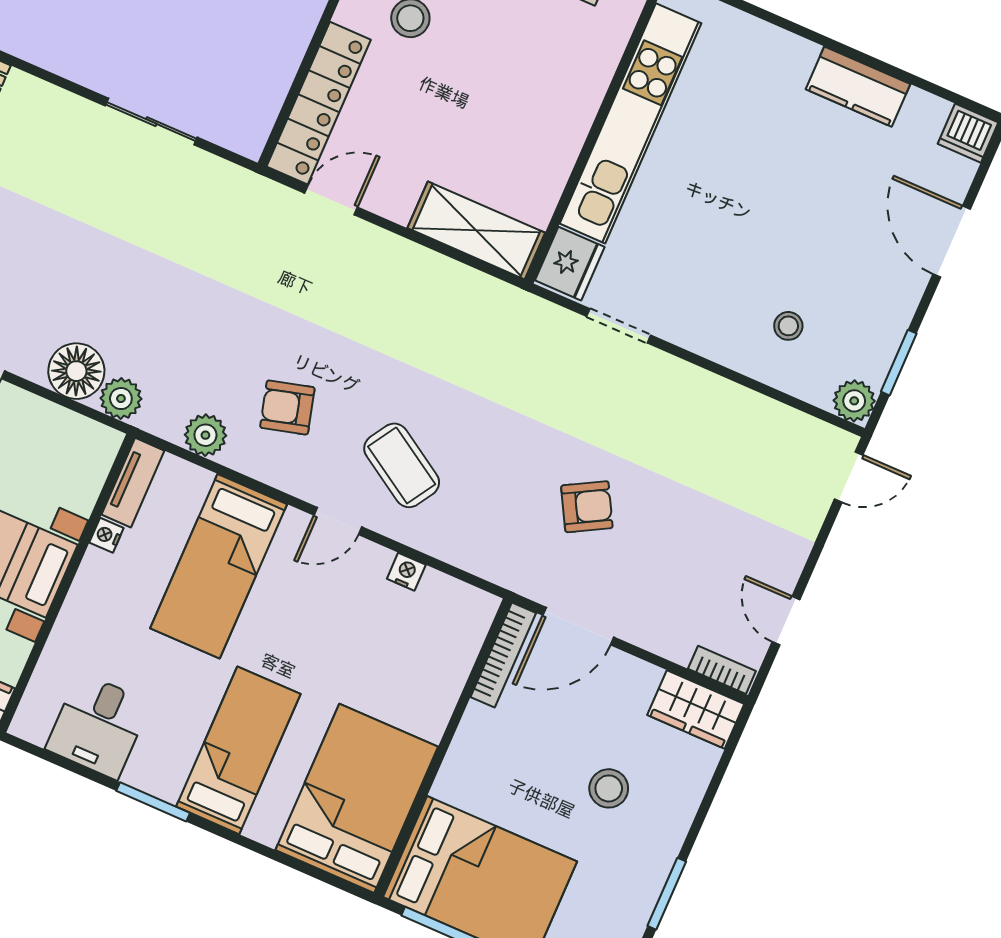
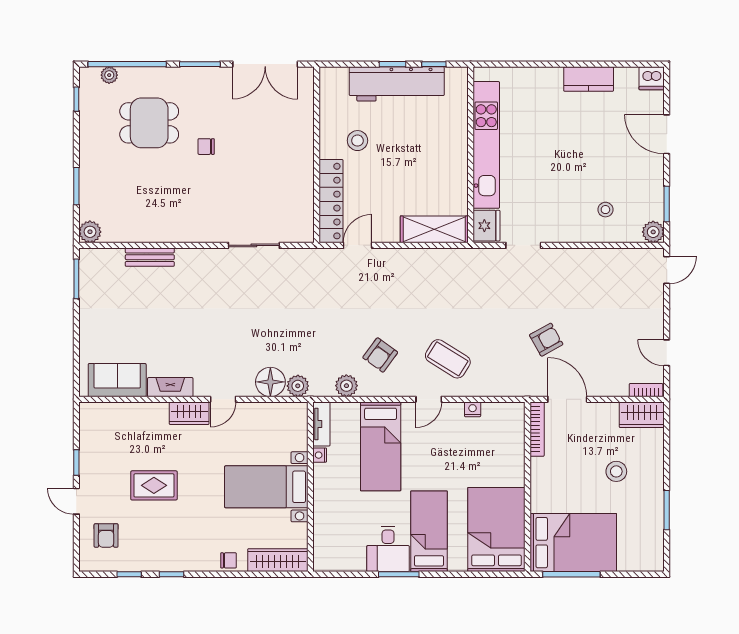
armchair: (287, 407) -> (380, 355), turned -39
door: (578, 626) -> (567, 399), swing flipped
desk: (98, 726) -> (388, 549), moved

